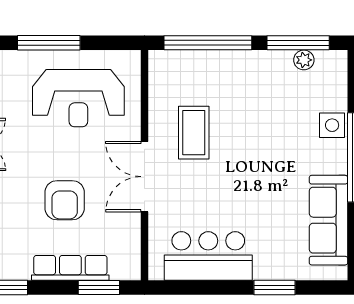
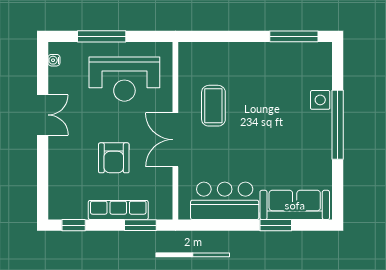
window: (208, 43) -> (224, 36), removed
plant: (304, 60) -> (298, 50), removed
sofa: (328, 220) -> (295, 205), moved, turned 90

